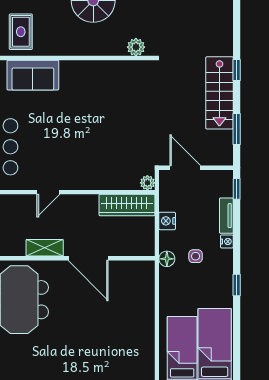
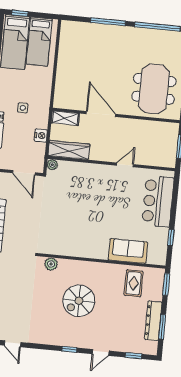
shelving: (45, 248) -> (65, 118), moved
floor lamp: (167, 259) -> (44, 108), removed

